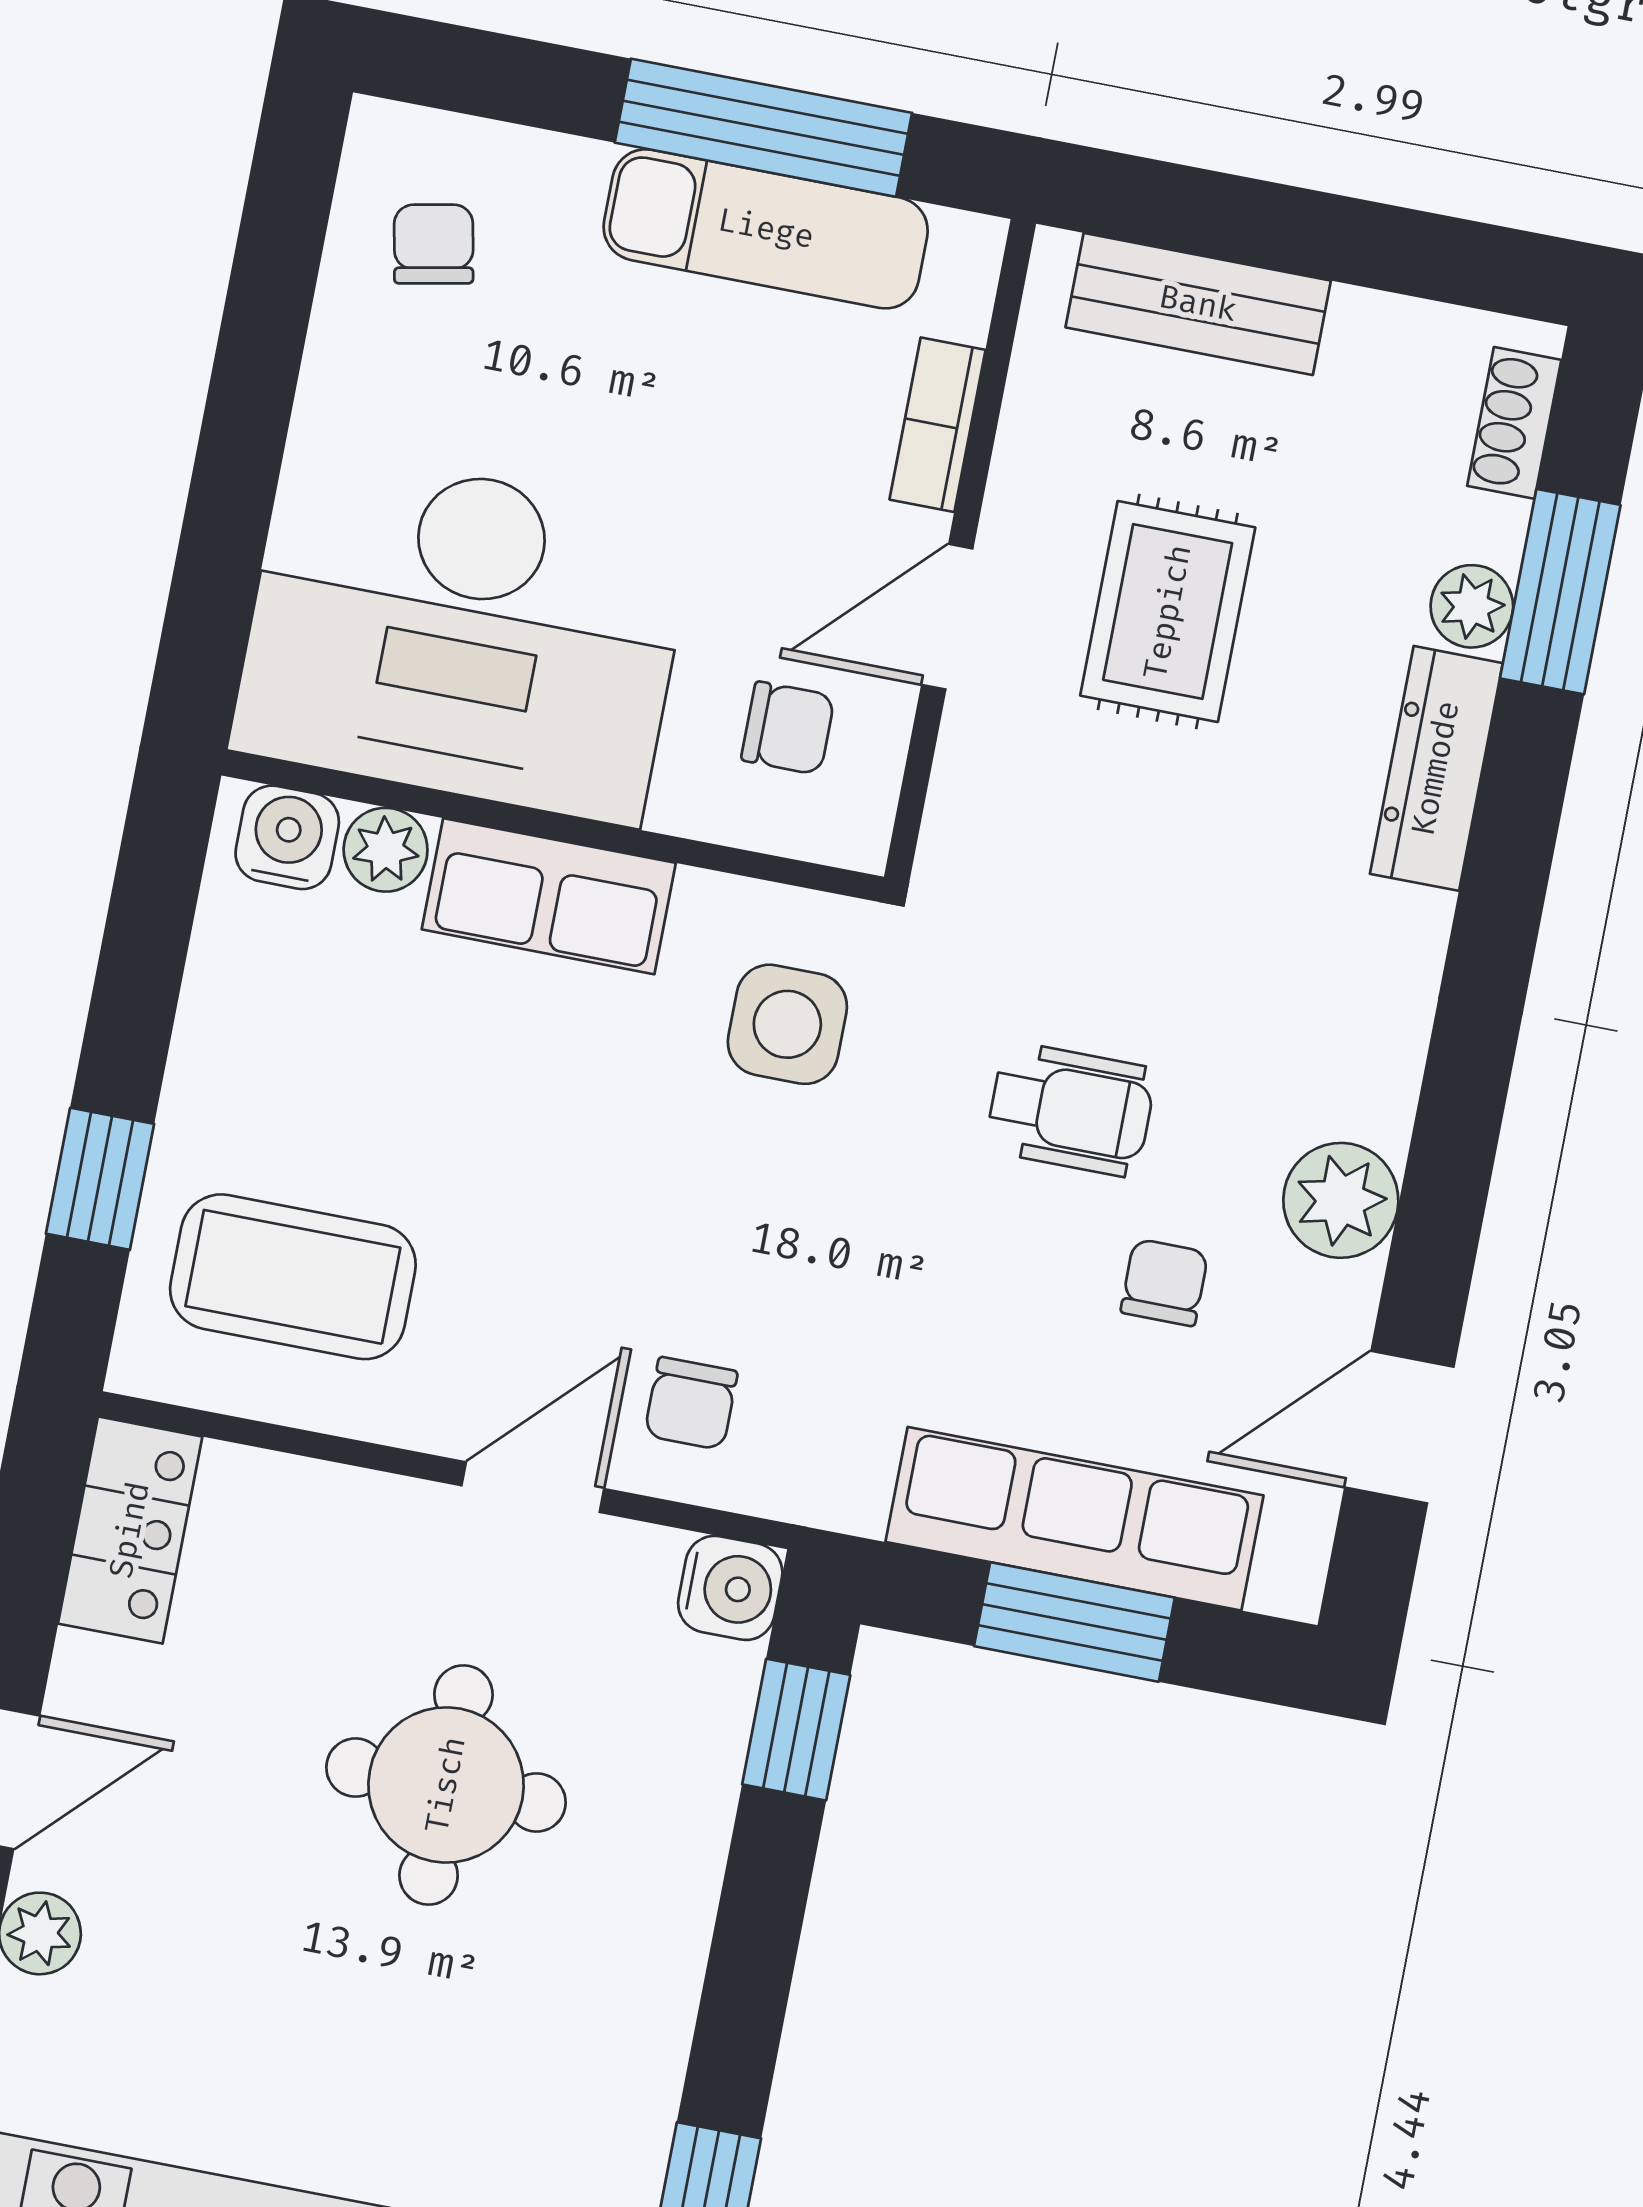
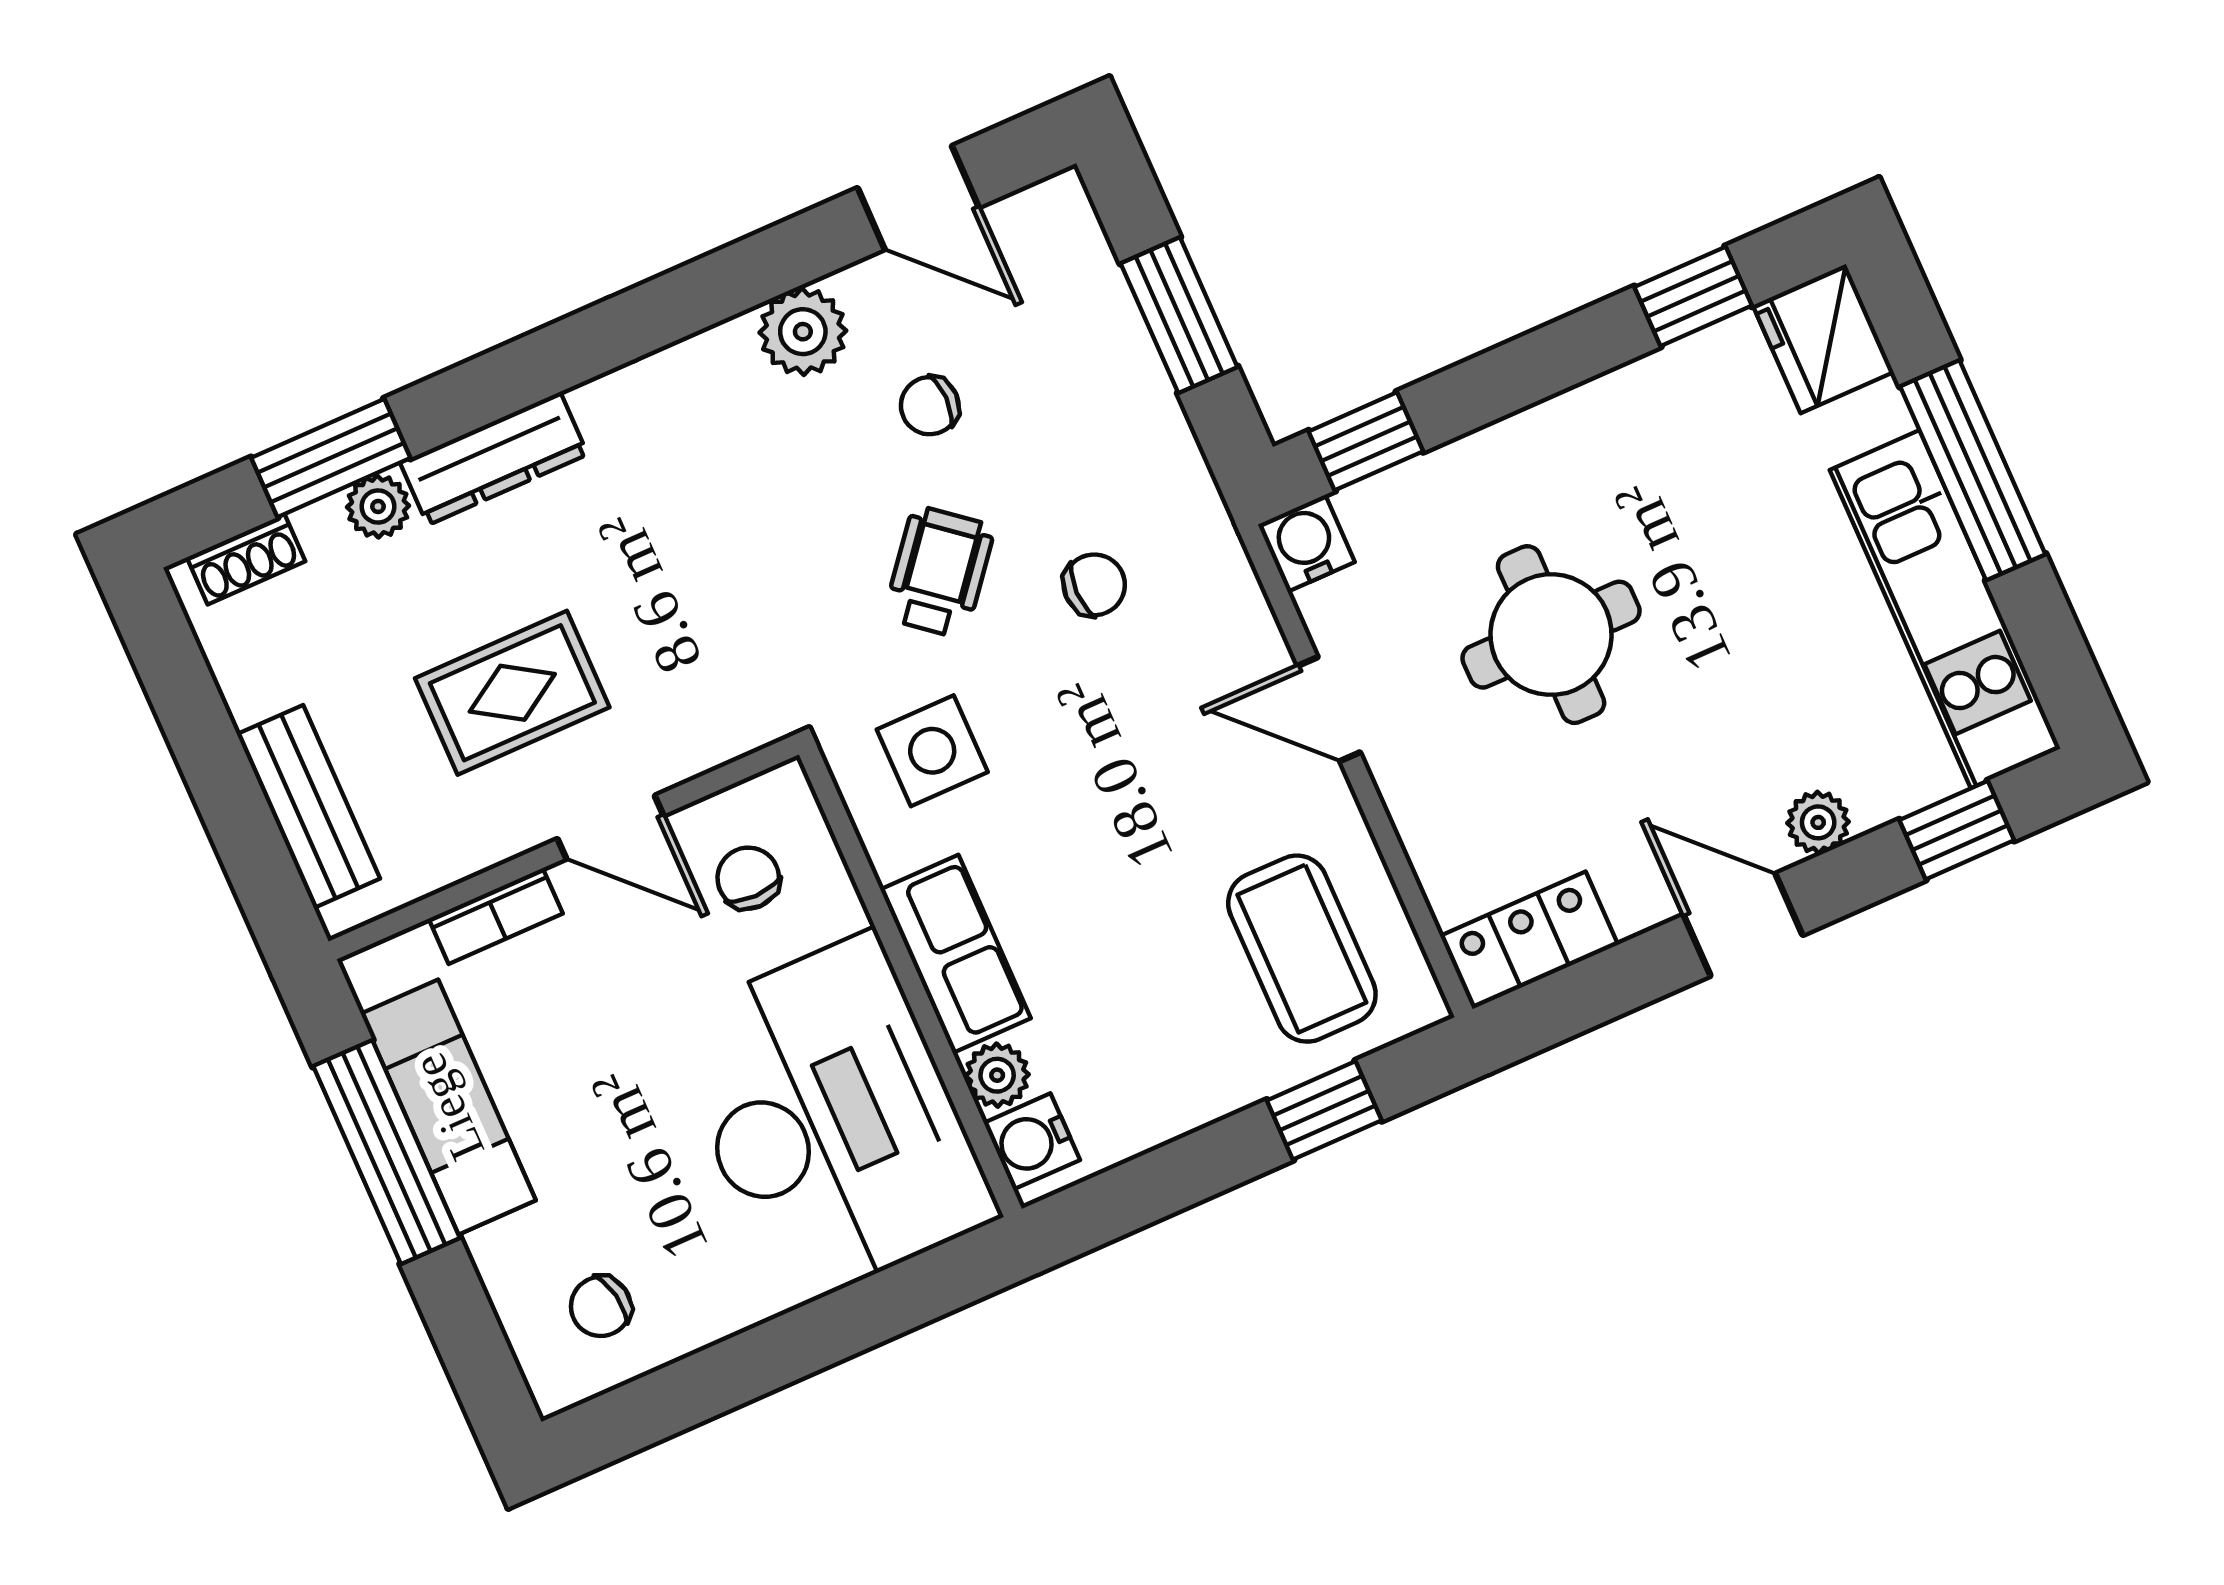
wheelchair: (1071, 1109) -> (939, 572), moved, turned 39
chair: (691, 1403) -> (1094, 585), moved
row of seats: (1075, 1519) -> (1115, 360), removed

